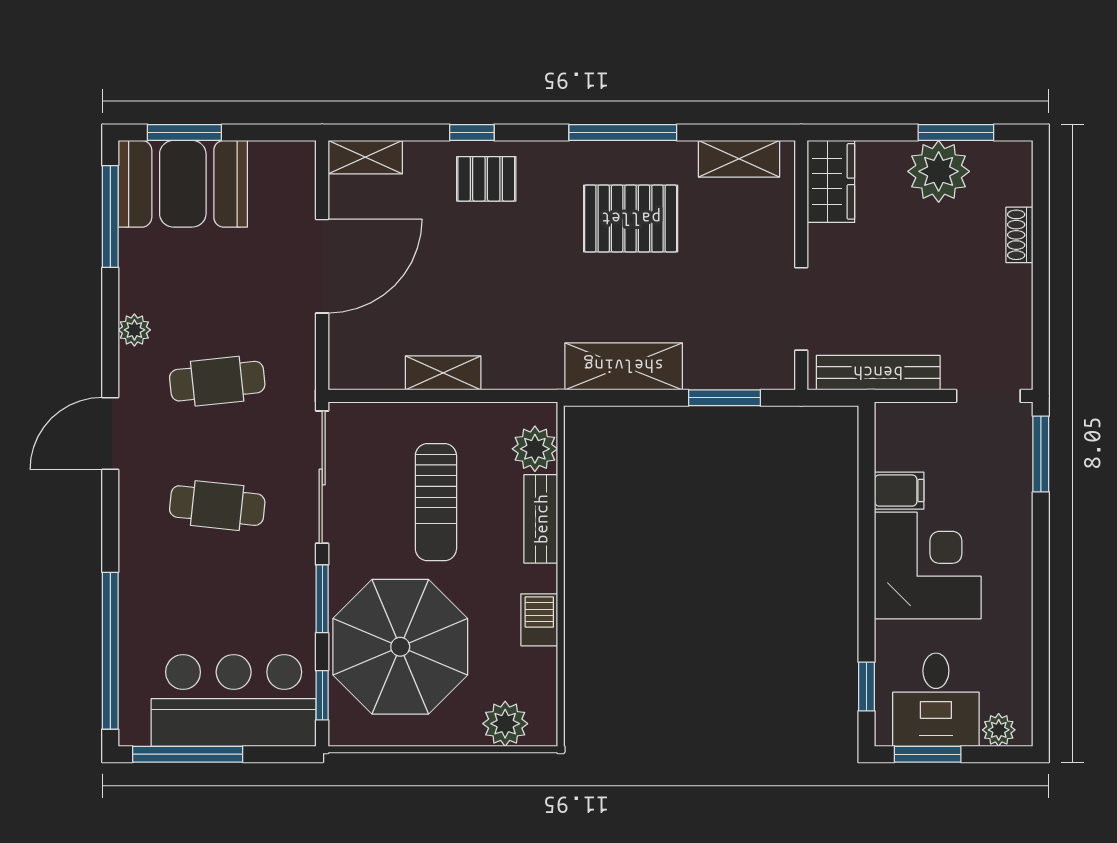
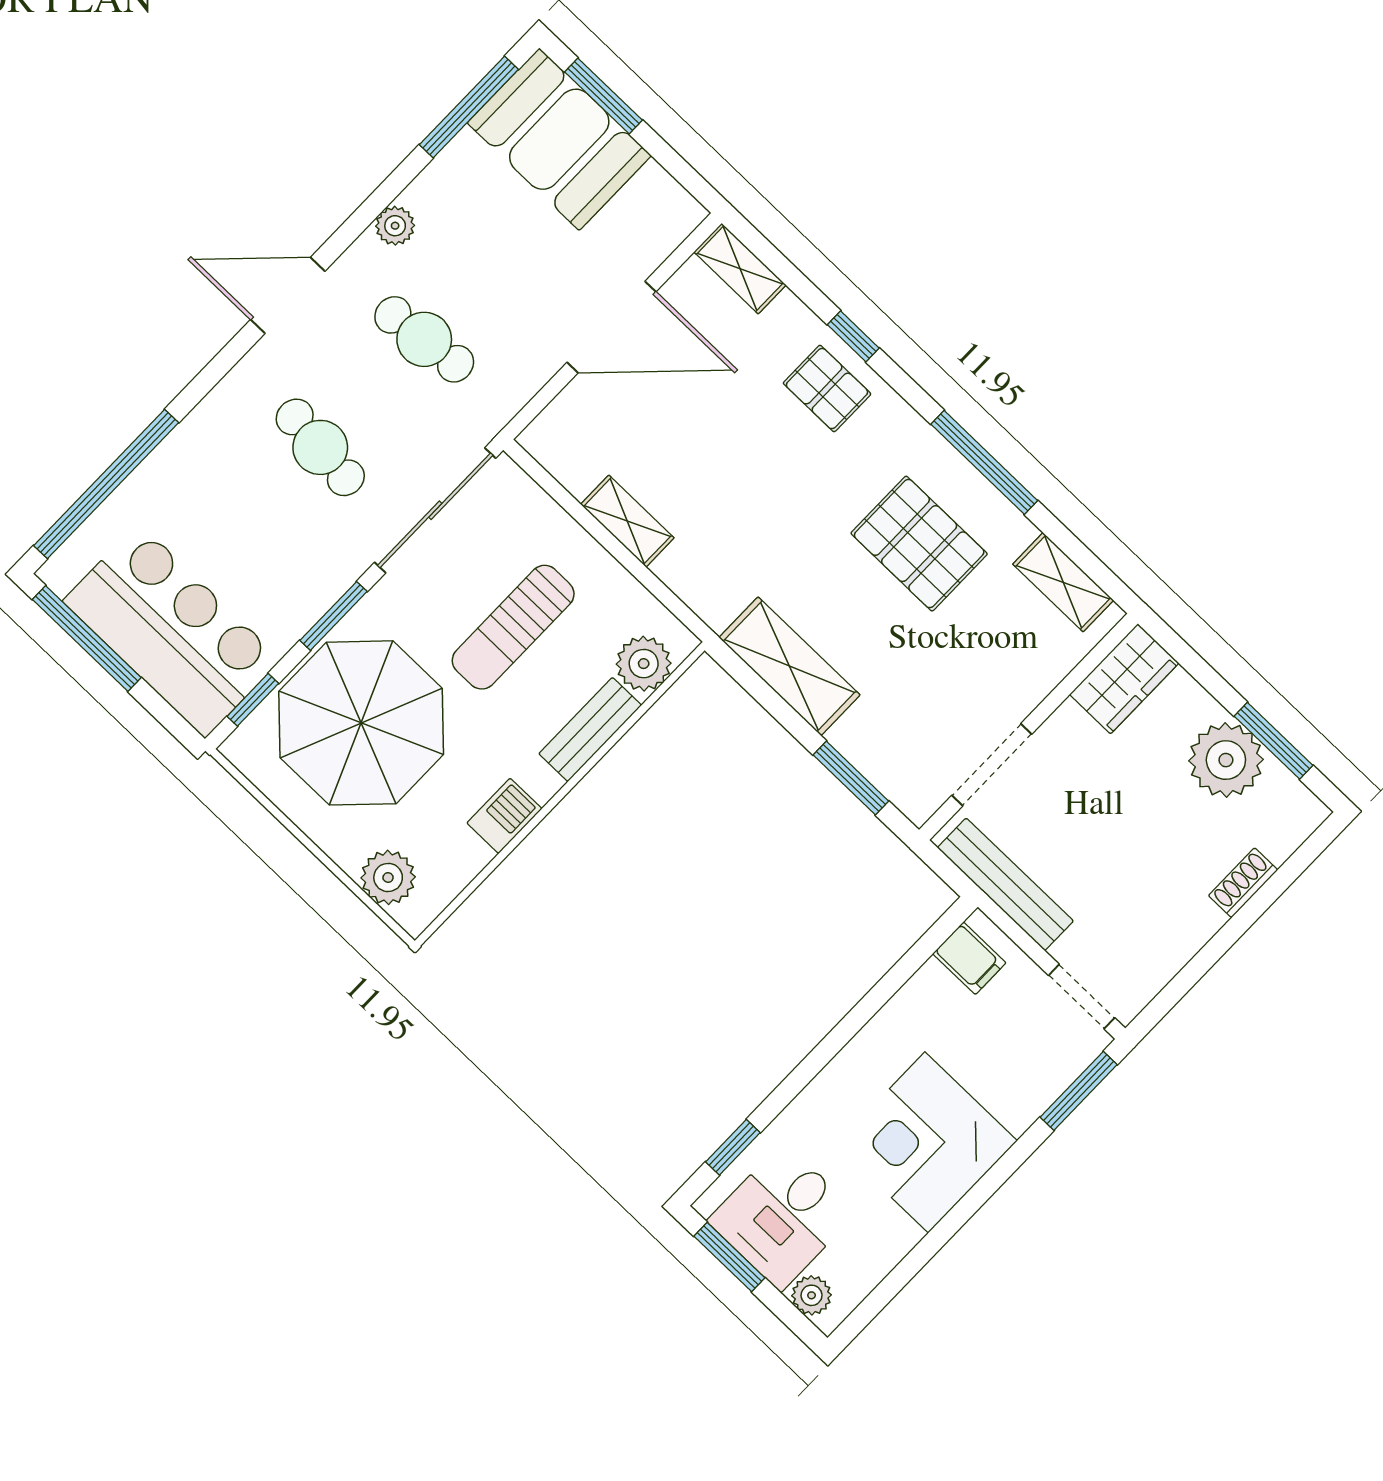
filing cabinet: (899, 491) -> (969, 958), moved
corner desk: (928, 565) -> (927, 1142), moved, turned 180

